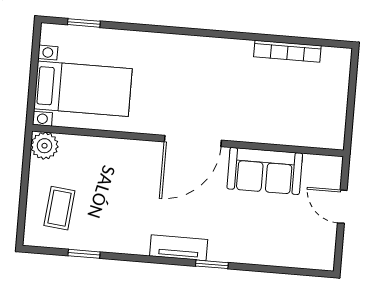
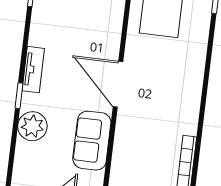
plant: (250, 246) -> (32, 126), added

